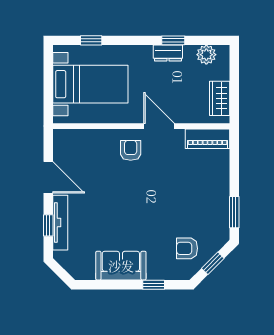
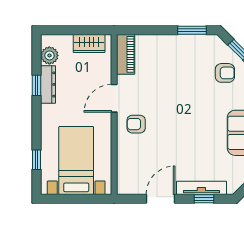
dresser: (168, 53) -> (48, 84), width x1.44
armchair: (187, 248) -> (225, 73), turned -90

